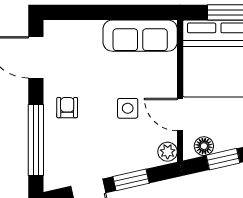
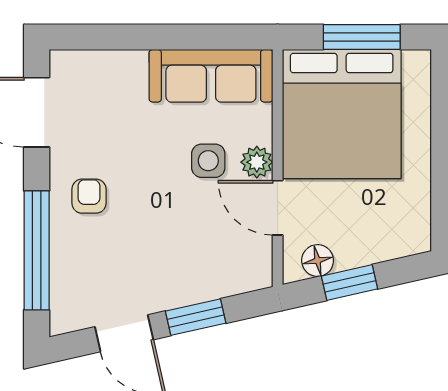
side table: (128, 108) -> (208, 161), moved
plant: (168, 152) -> (257, 162), moved

